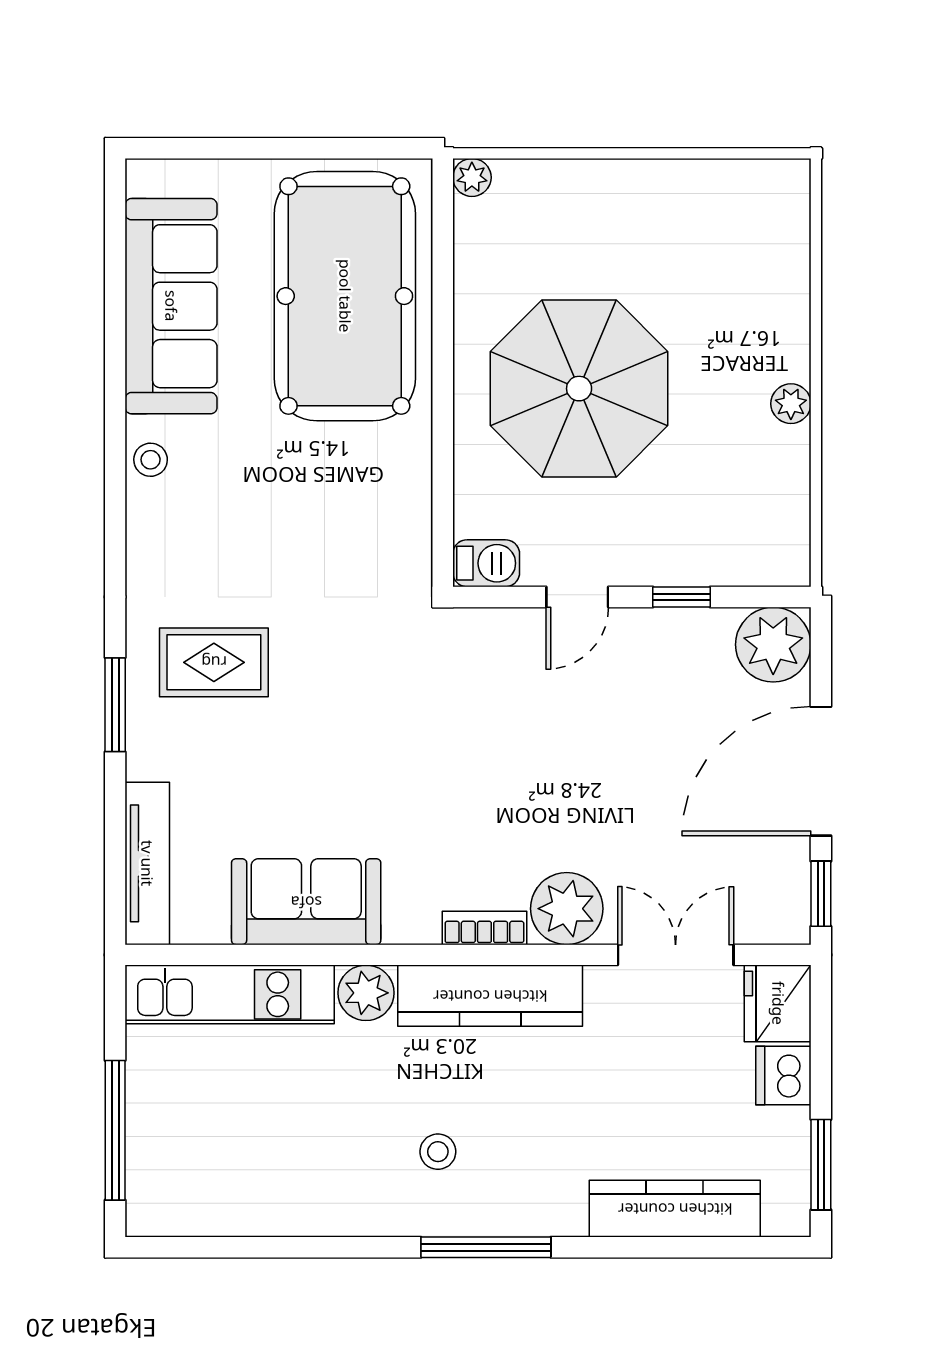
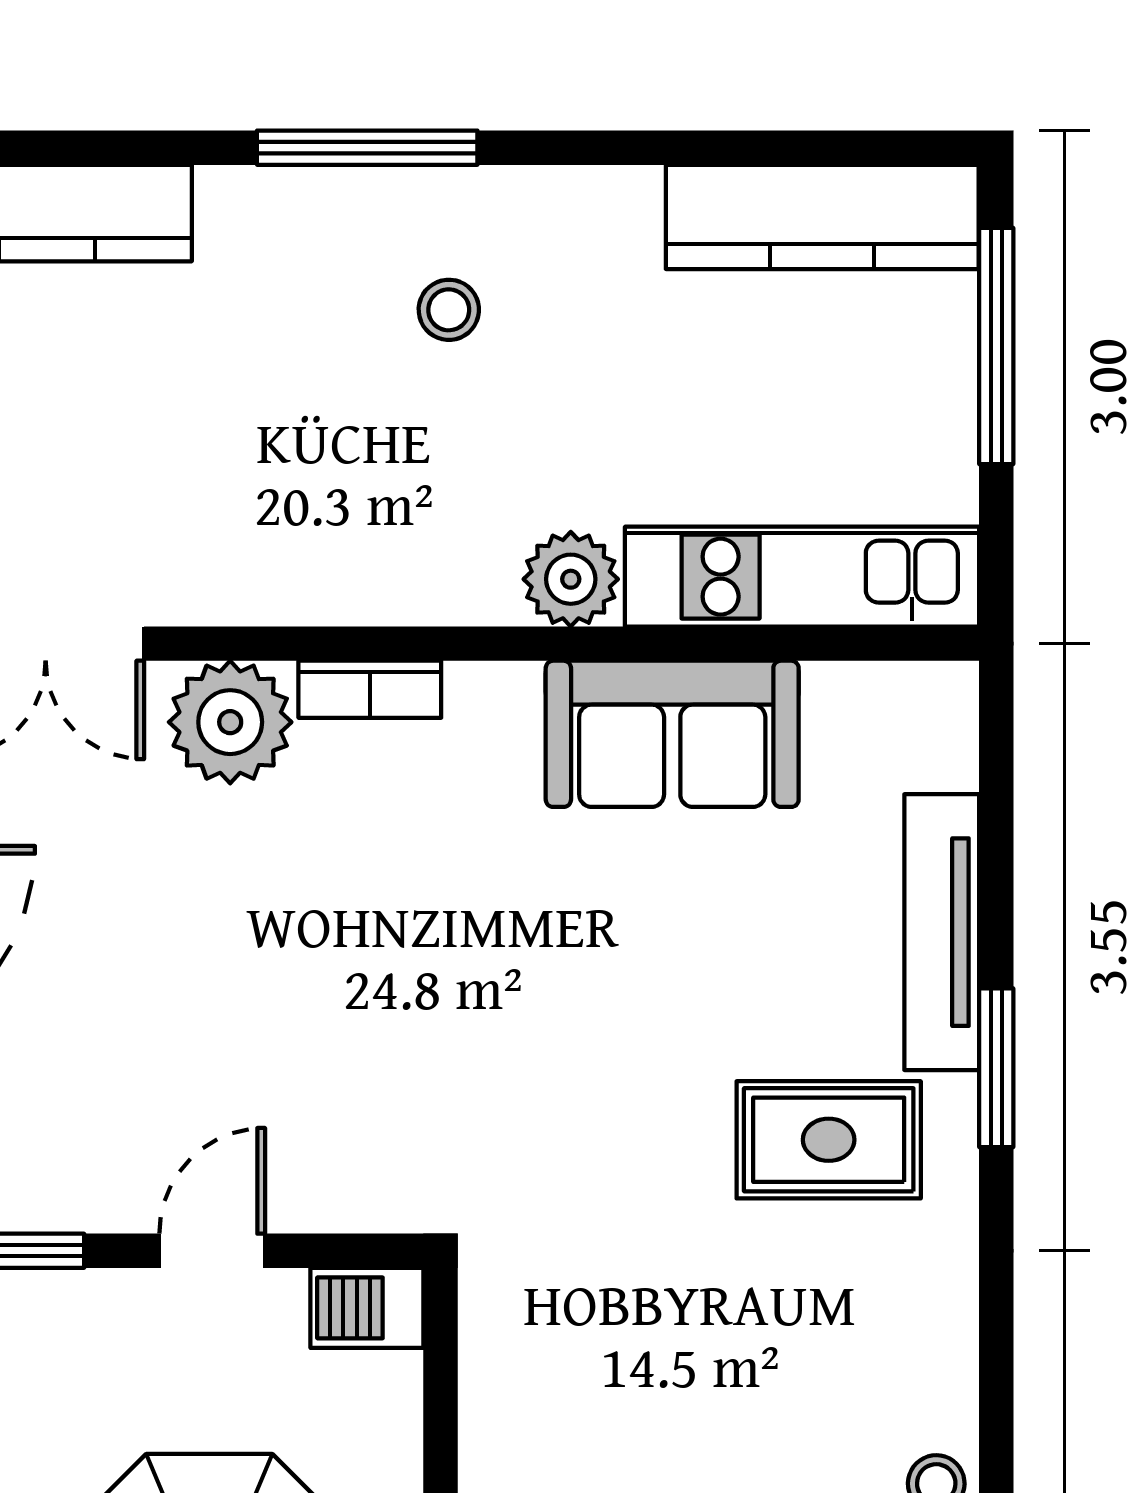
tv unit: (147, 863) -> (942, 932), moved
kitchen counter: (490, 996) -> (822, 217), moved, turned 180

